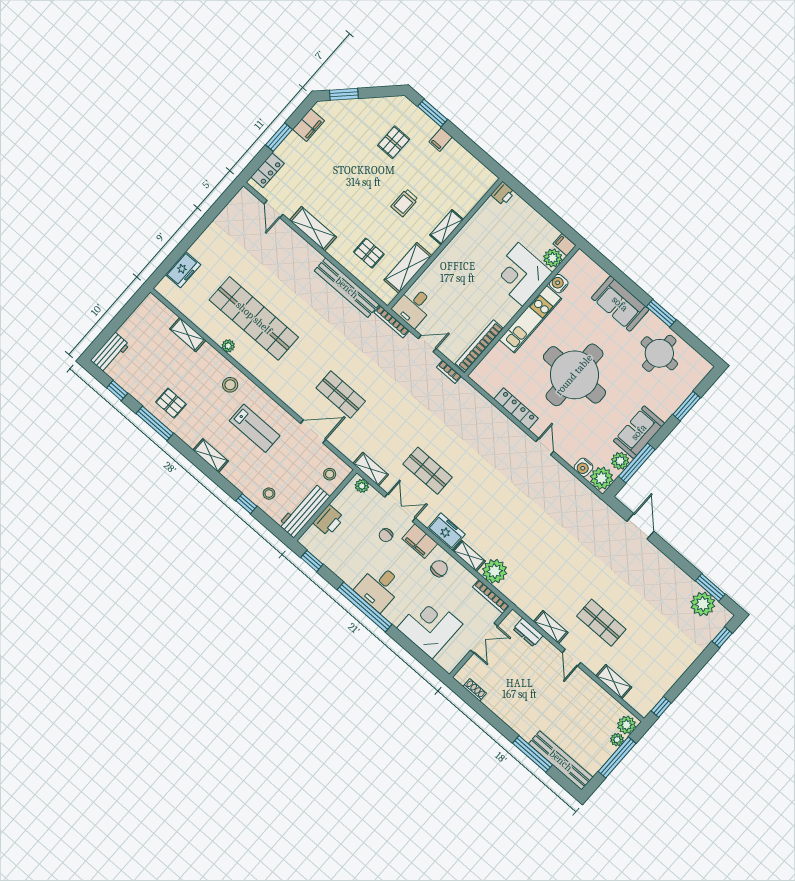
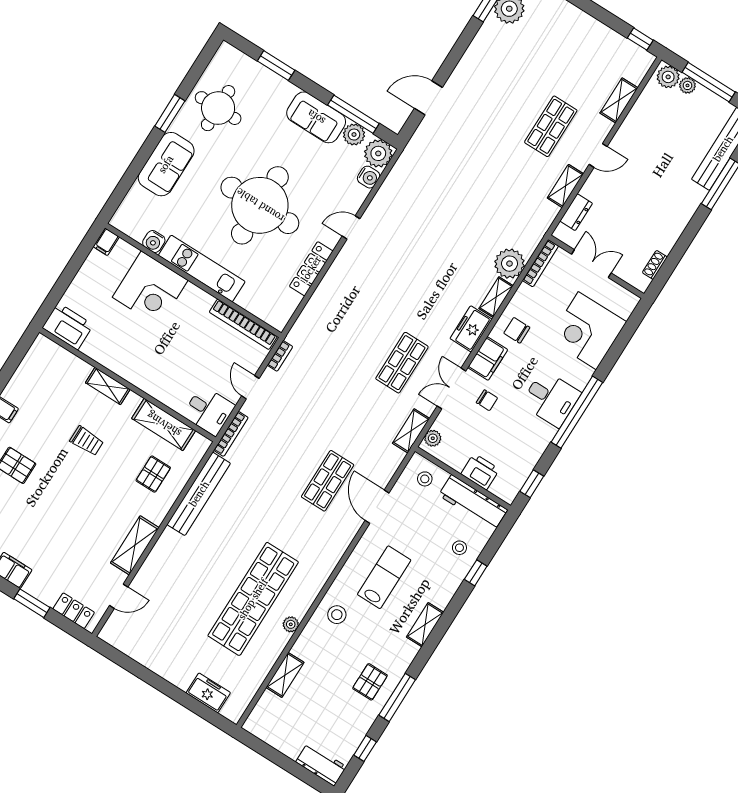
printer: (503, 194) -> (68, 326), width x1.87, depth x1.48
plant: (553, 258) -> (124, 253), removed

